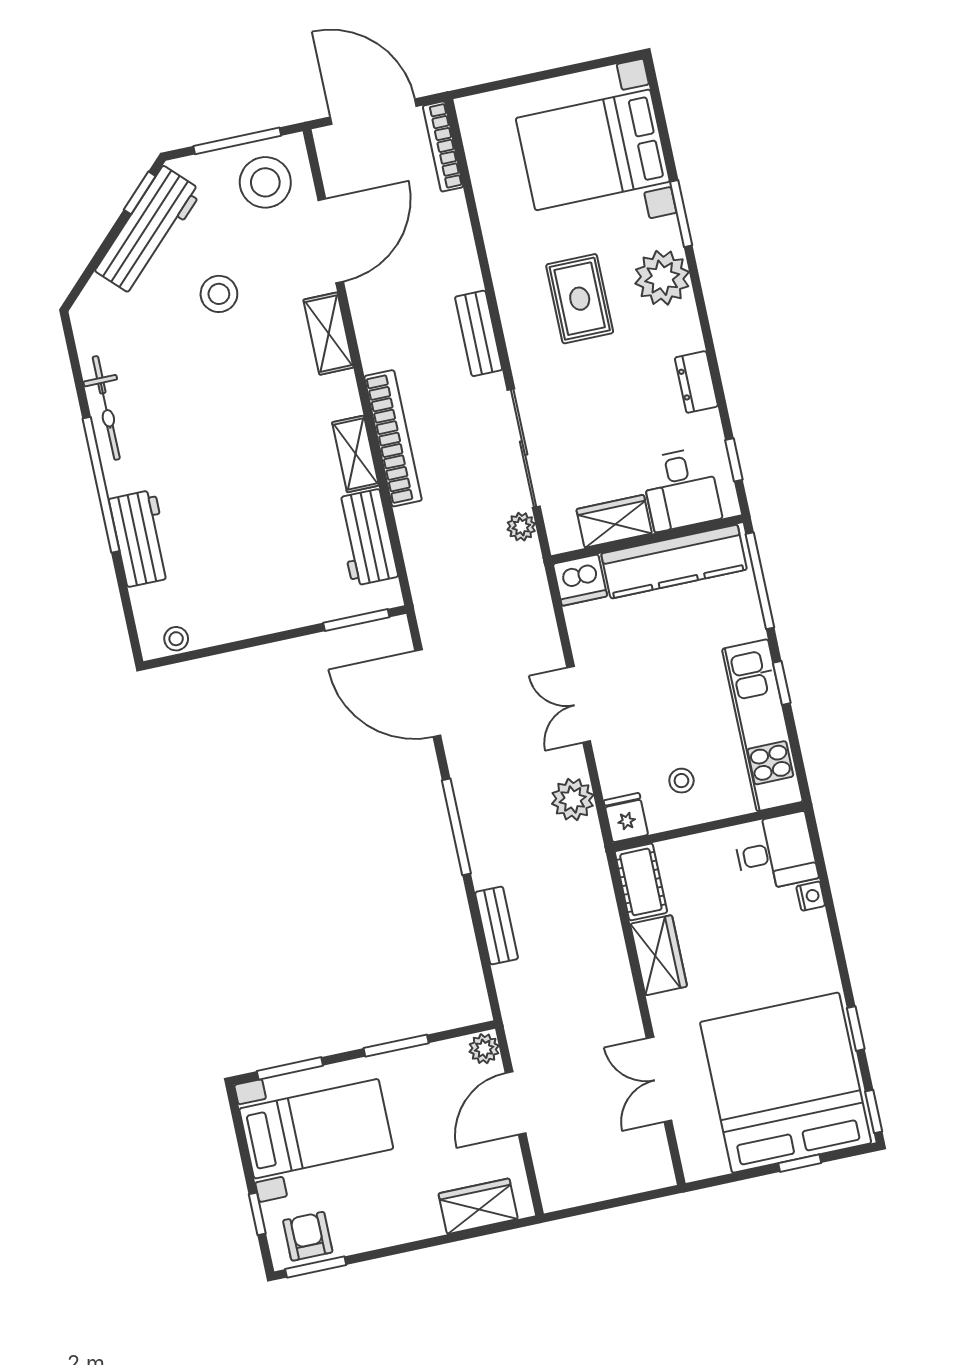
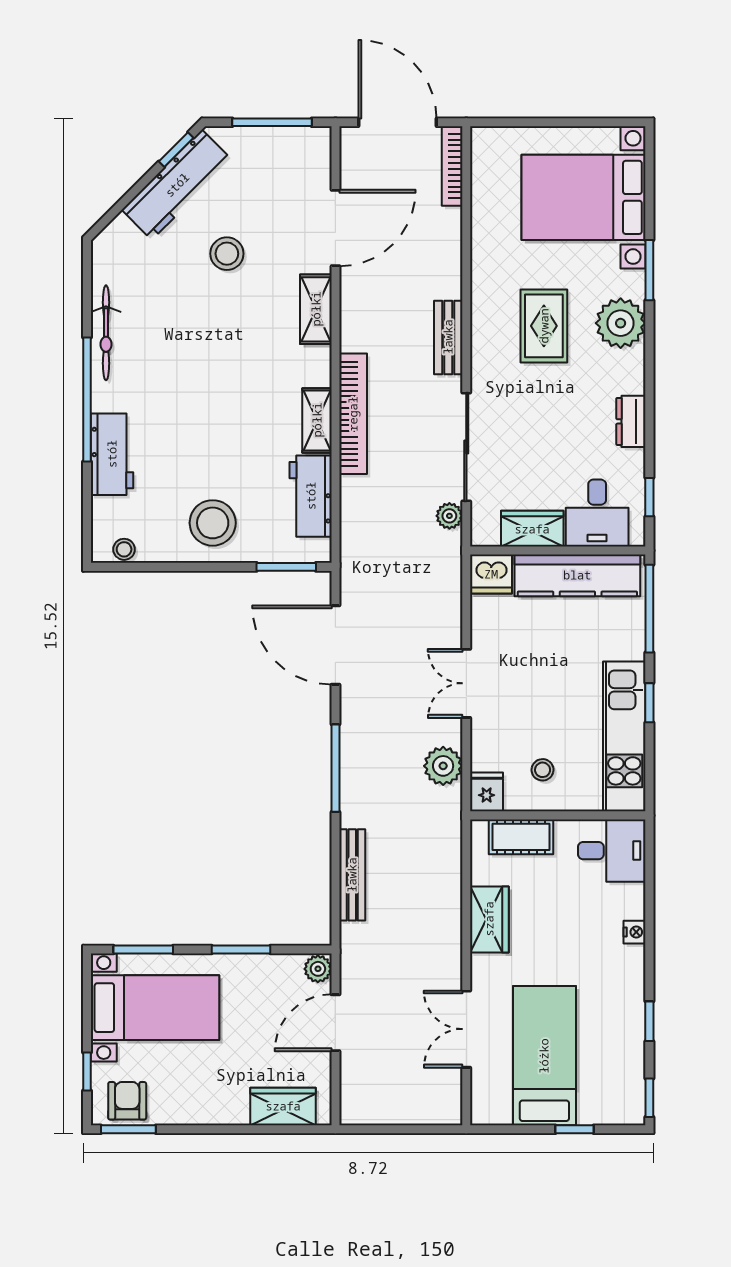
stool: (265, 182) -> (213, 523), moved
cot: (641, 882) -> (521, 837), moved, turned 90
nightstand: (811, 896) -> (635, 932), moved
bench: (497, 926) -> (352, 875), width x1.36
bed: (786, 1083) -> (544, 1056), width x0.49

